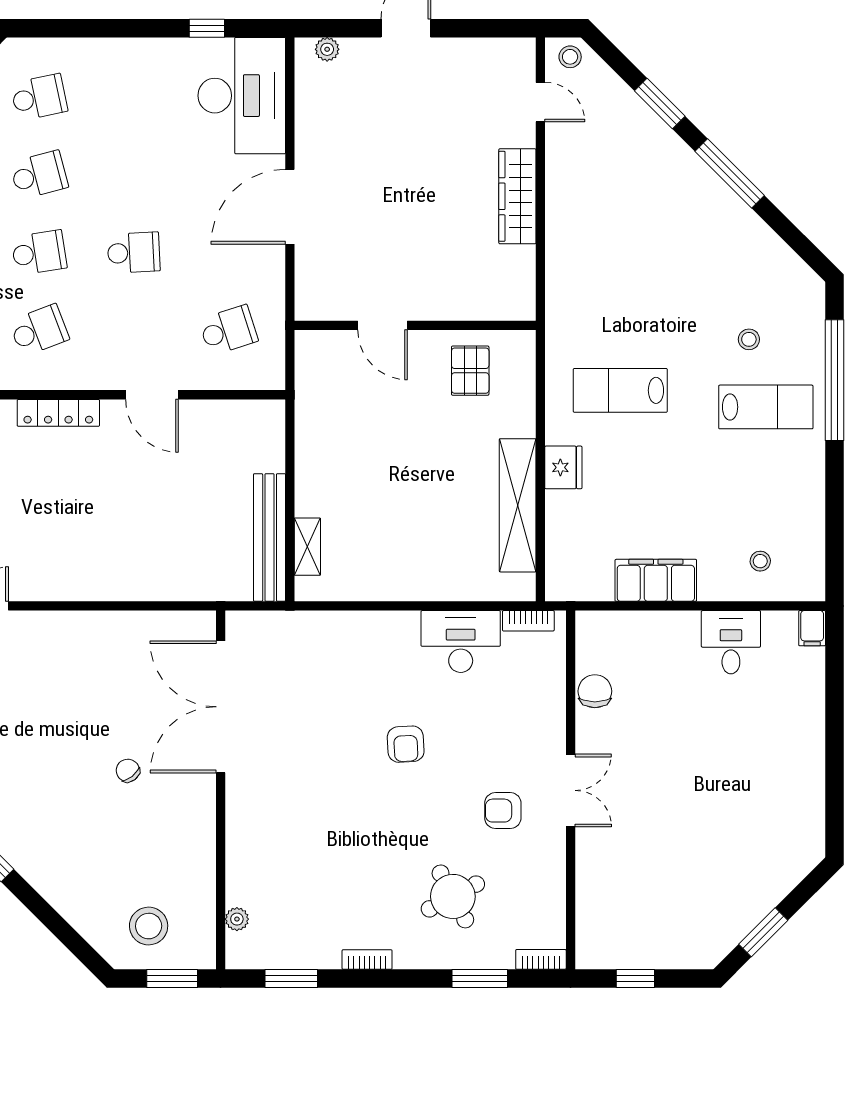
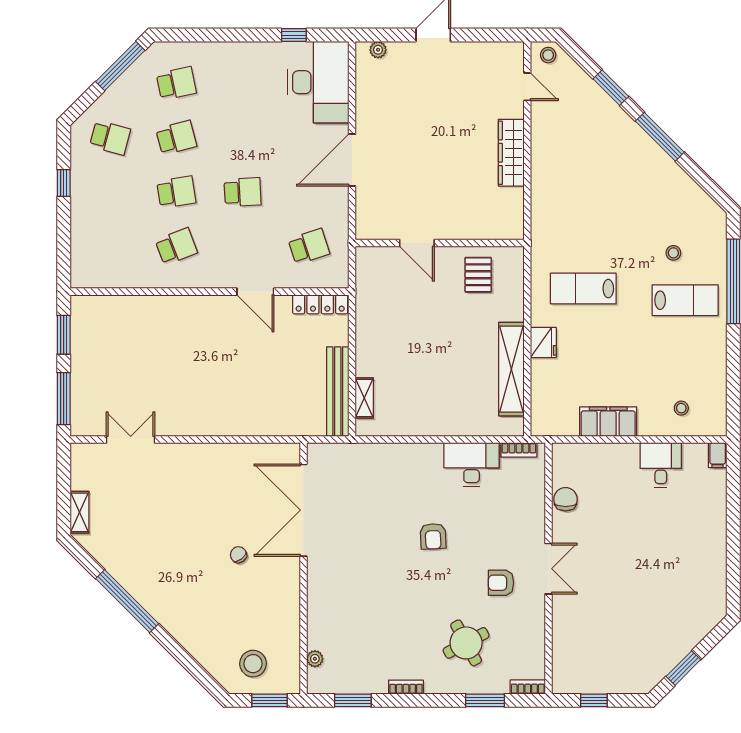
locker: (58, 413) -> (320, 304), moved

